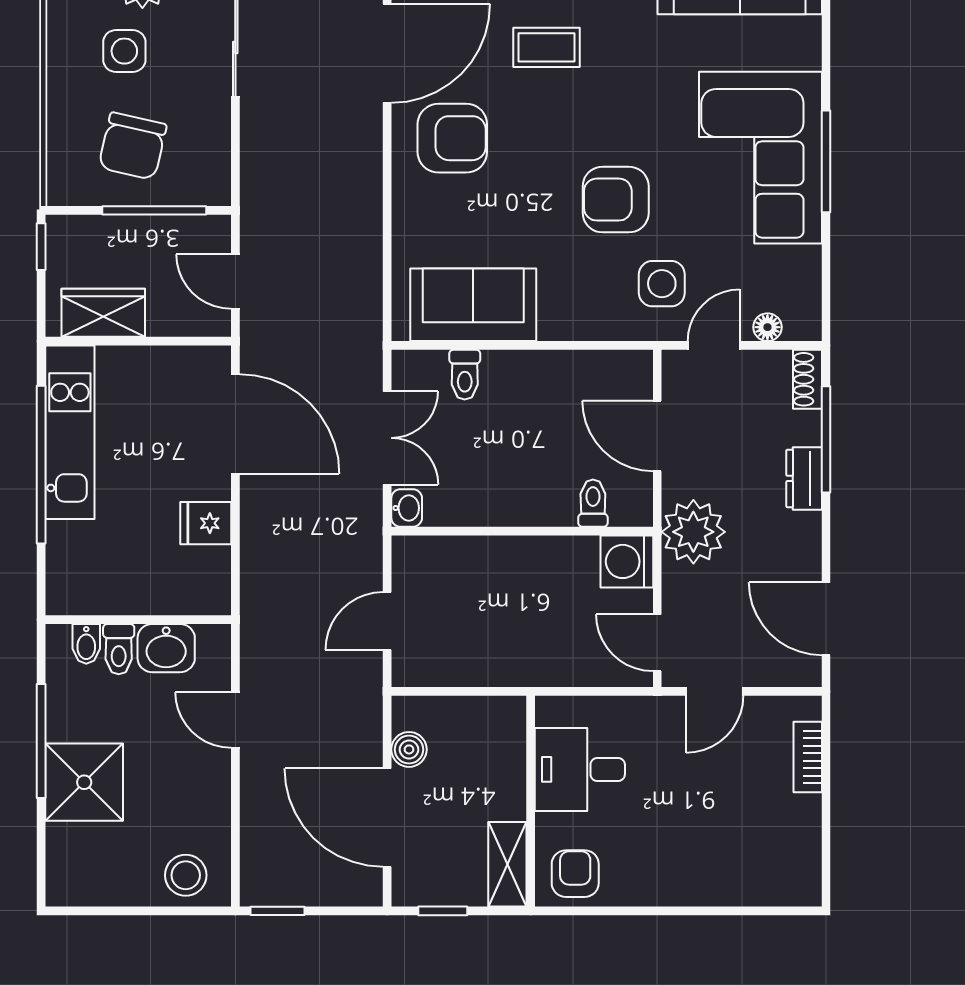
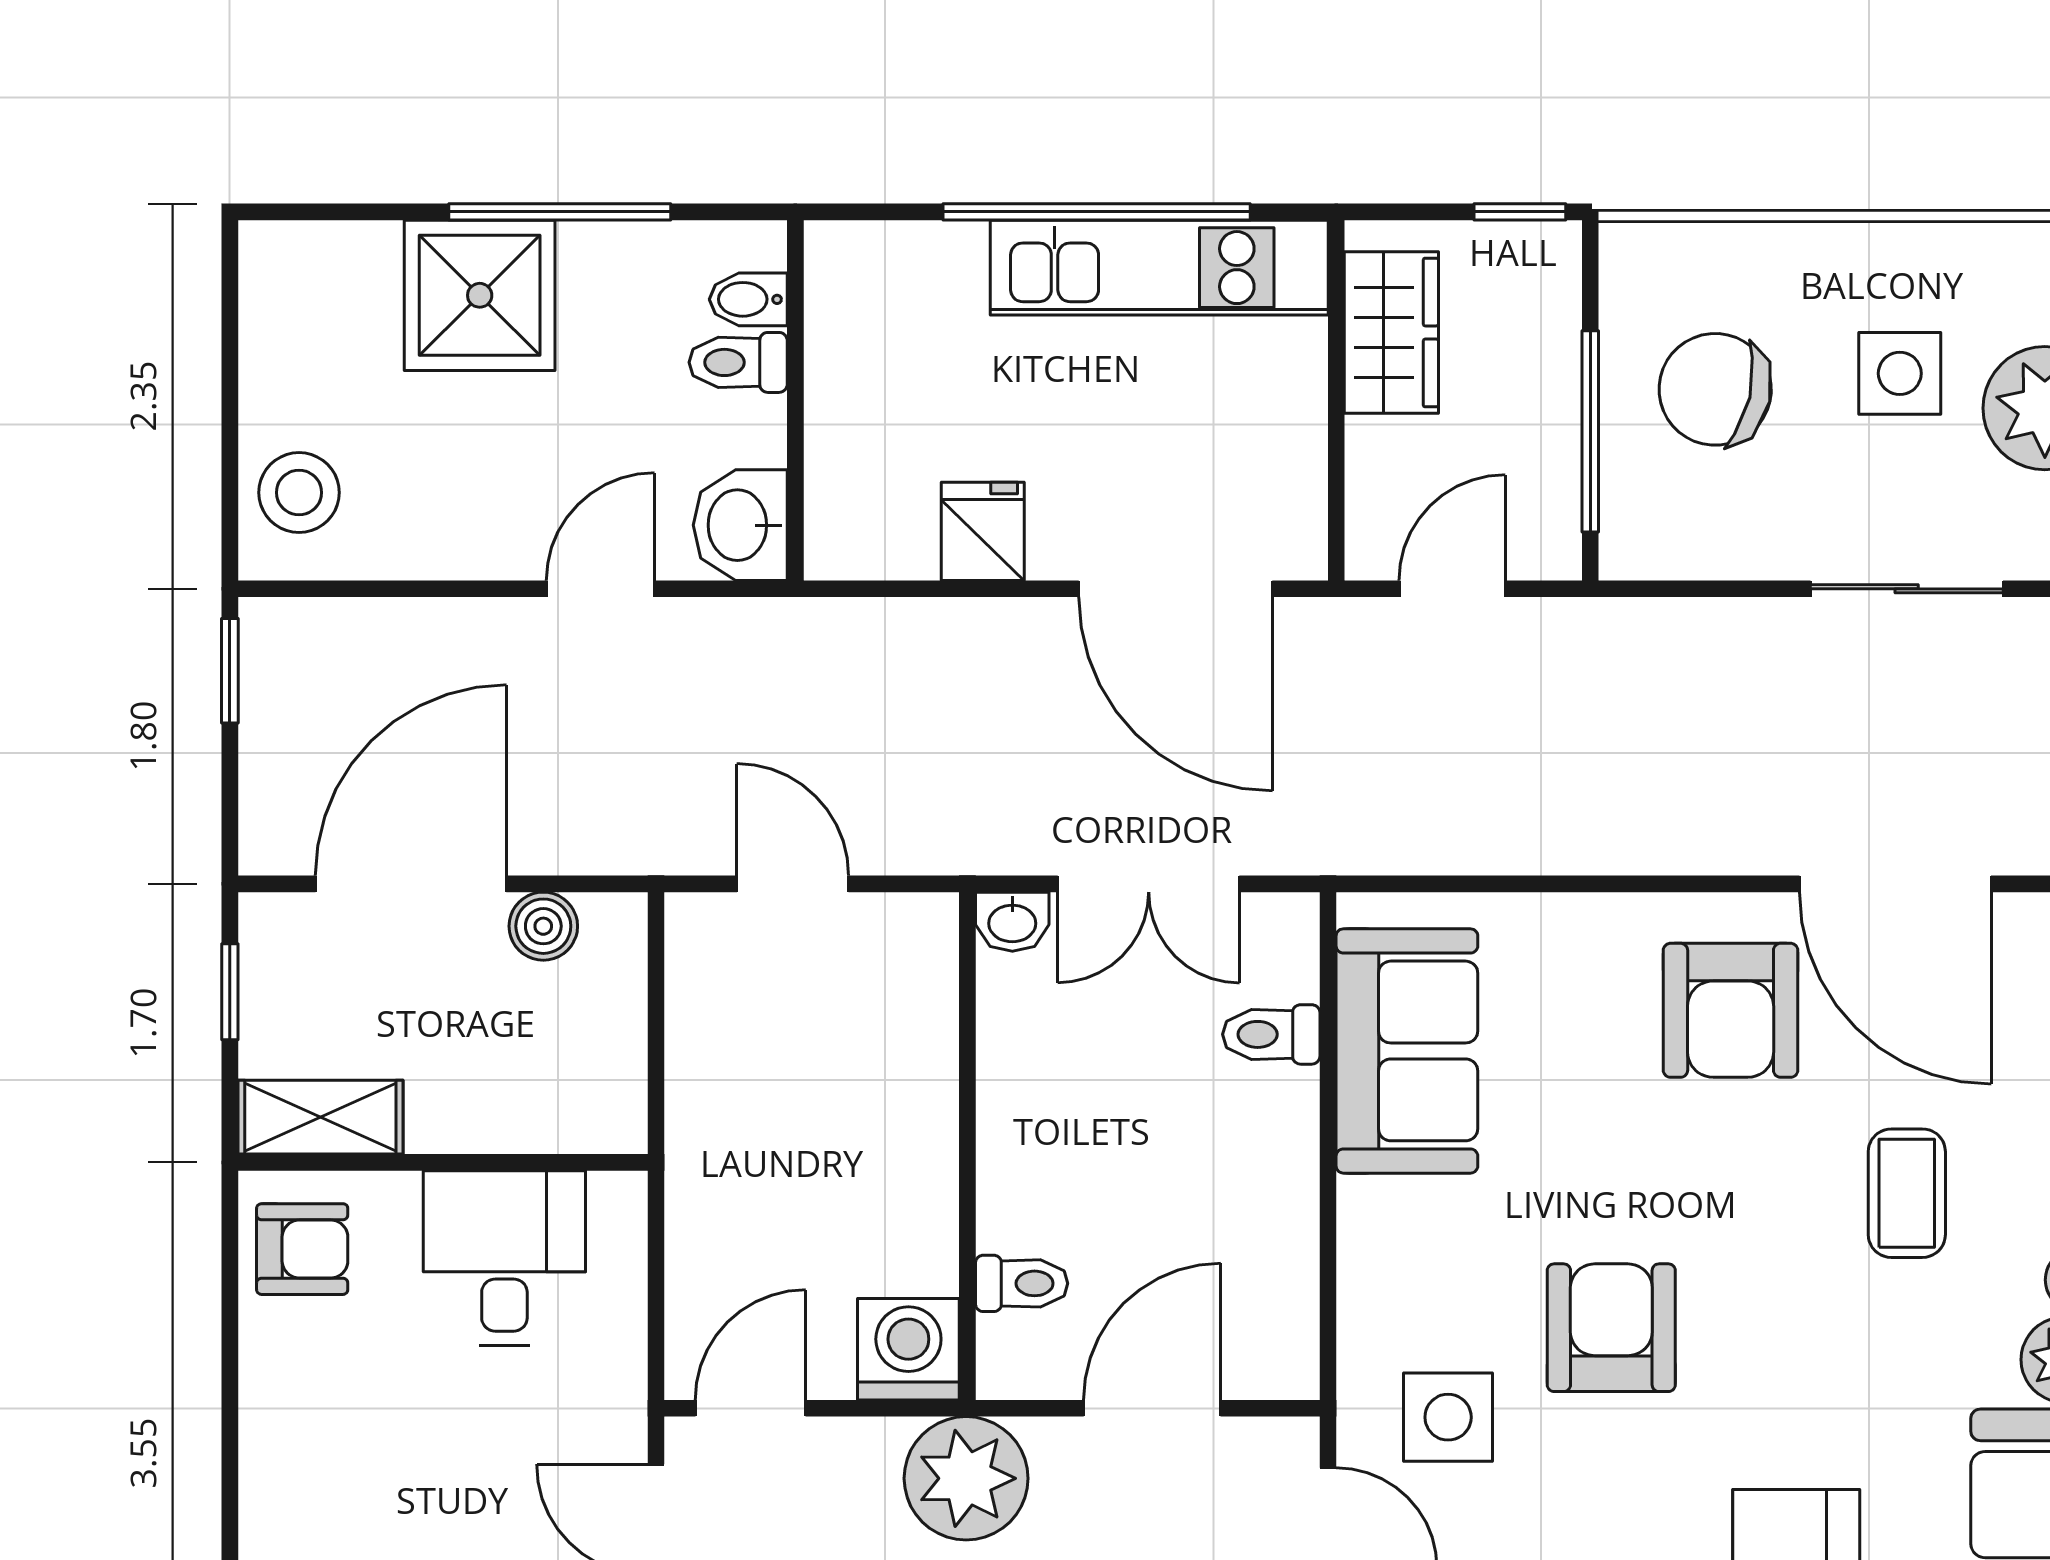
door: (235, 424) -> (1175, 589), hinge flipped
washbasin: (166, 648) -> (740, 525), moved

